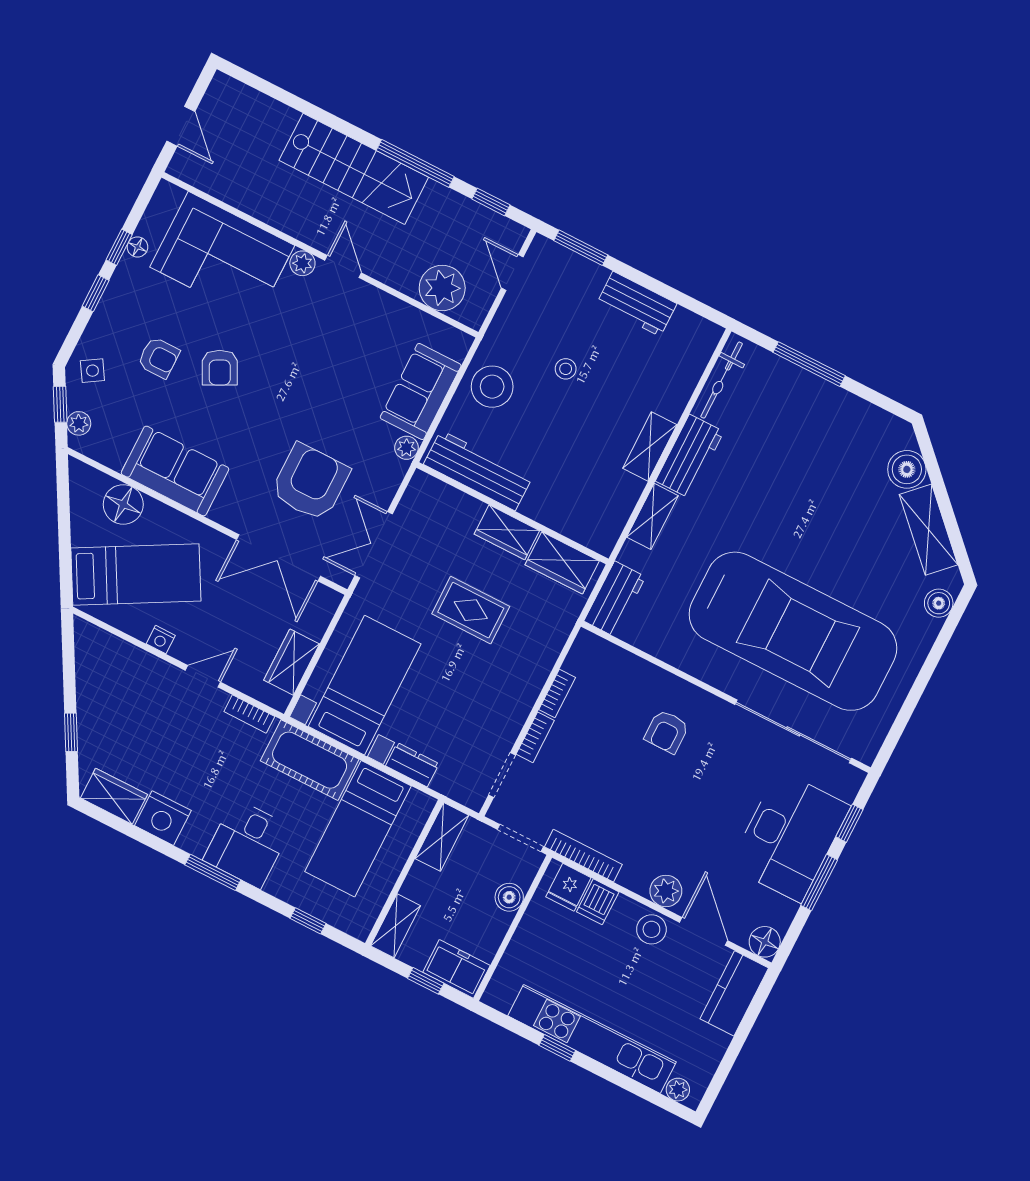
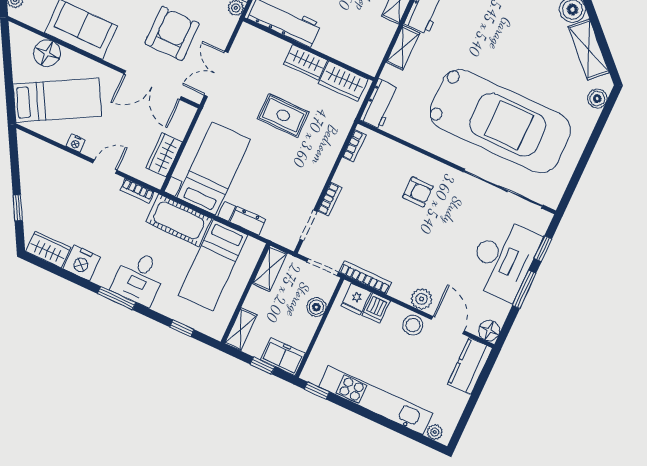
bookcase: (557, 693) -> (354, 146), moved
armchair: (667, 732) -> (418, 192), turned -90
window: (557, 1048) -> (317, 391), moved

